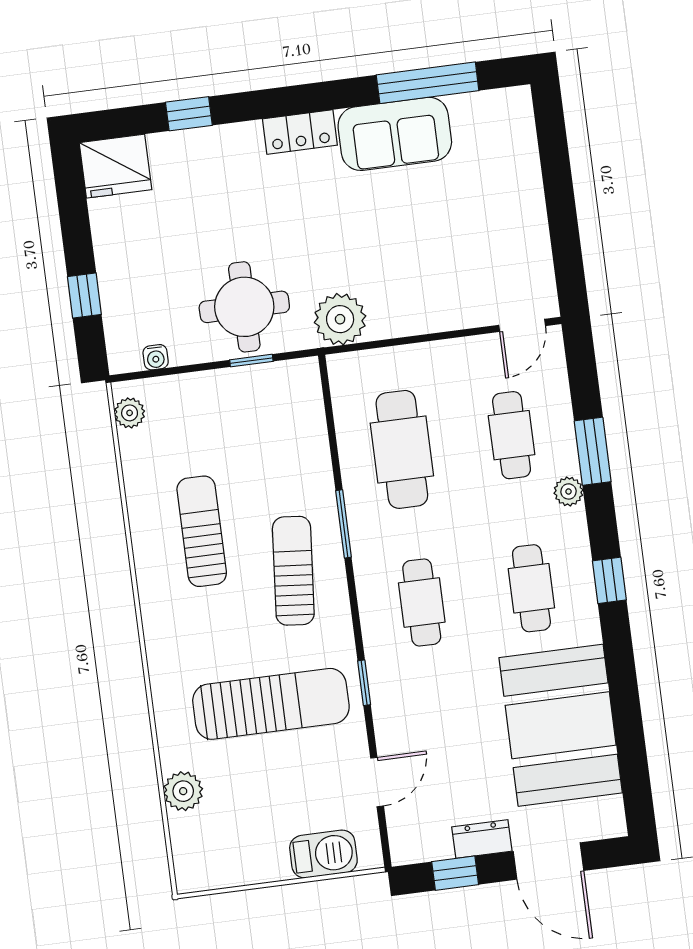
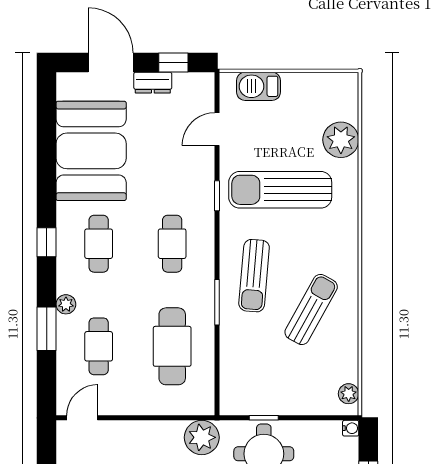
water cooler: (156, 357) -> (351, 428), moved, turned 90
sun lounger: (202, 531) -> (311, 310), turned -151
plant: (183, 791) -> (341, 140), width x1.36, depth x1.36

